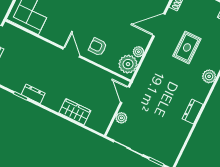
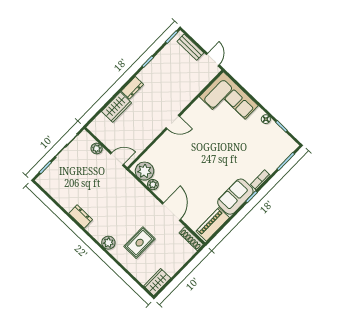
armchair: (98, 47) -> (170, 148), removed
rug: (187, 47) -> (140, 243), moved, turned 90
dresser: (33, 94) -> (132, 88), moved

